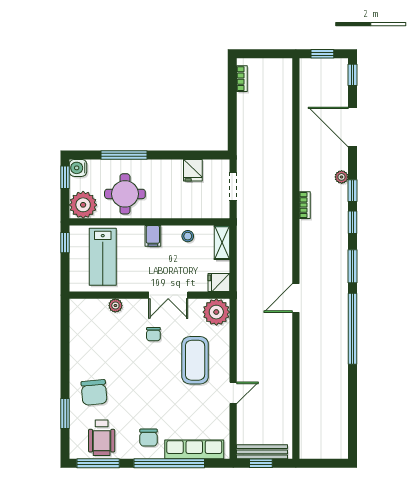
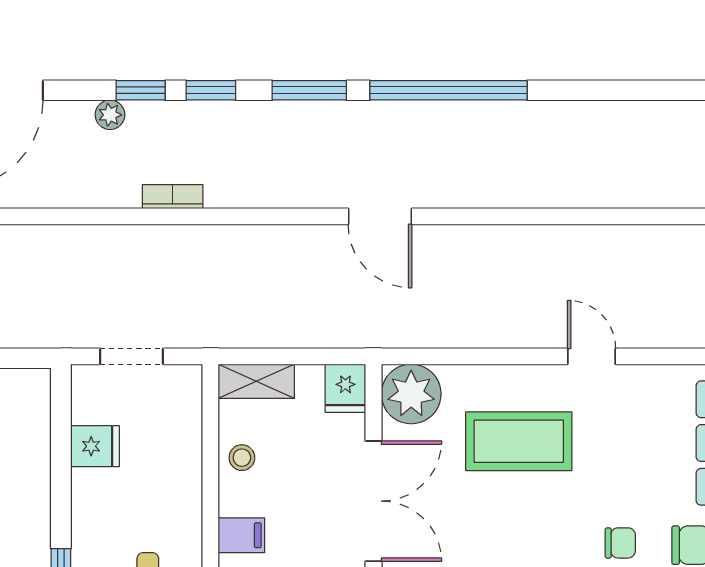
double door: (168, 295) -> (374, 501), width x1.37
chair: (153, 334) -> (620, 543), moved

